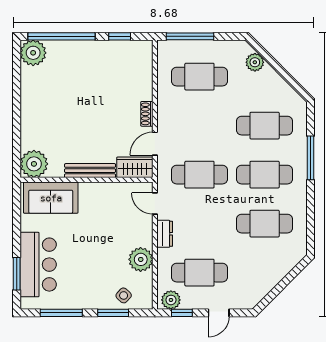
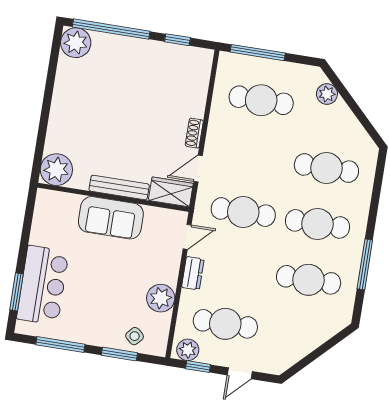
window: (310, 158) -> (365, 264), moved
sofa: (51, 198) -> (111, 218), moved
door: (155, 203) -> (187, 237), swing flipped

